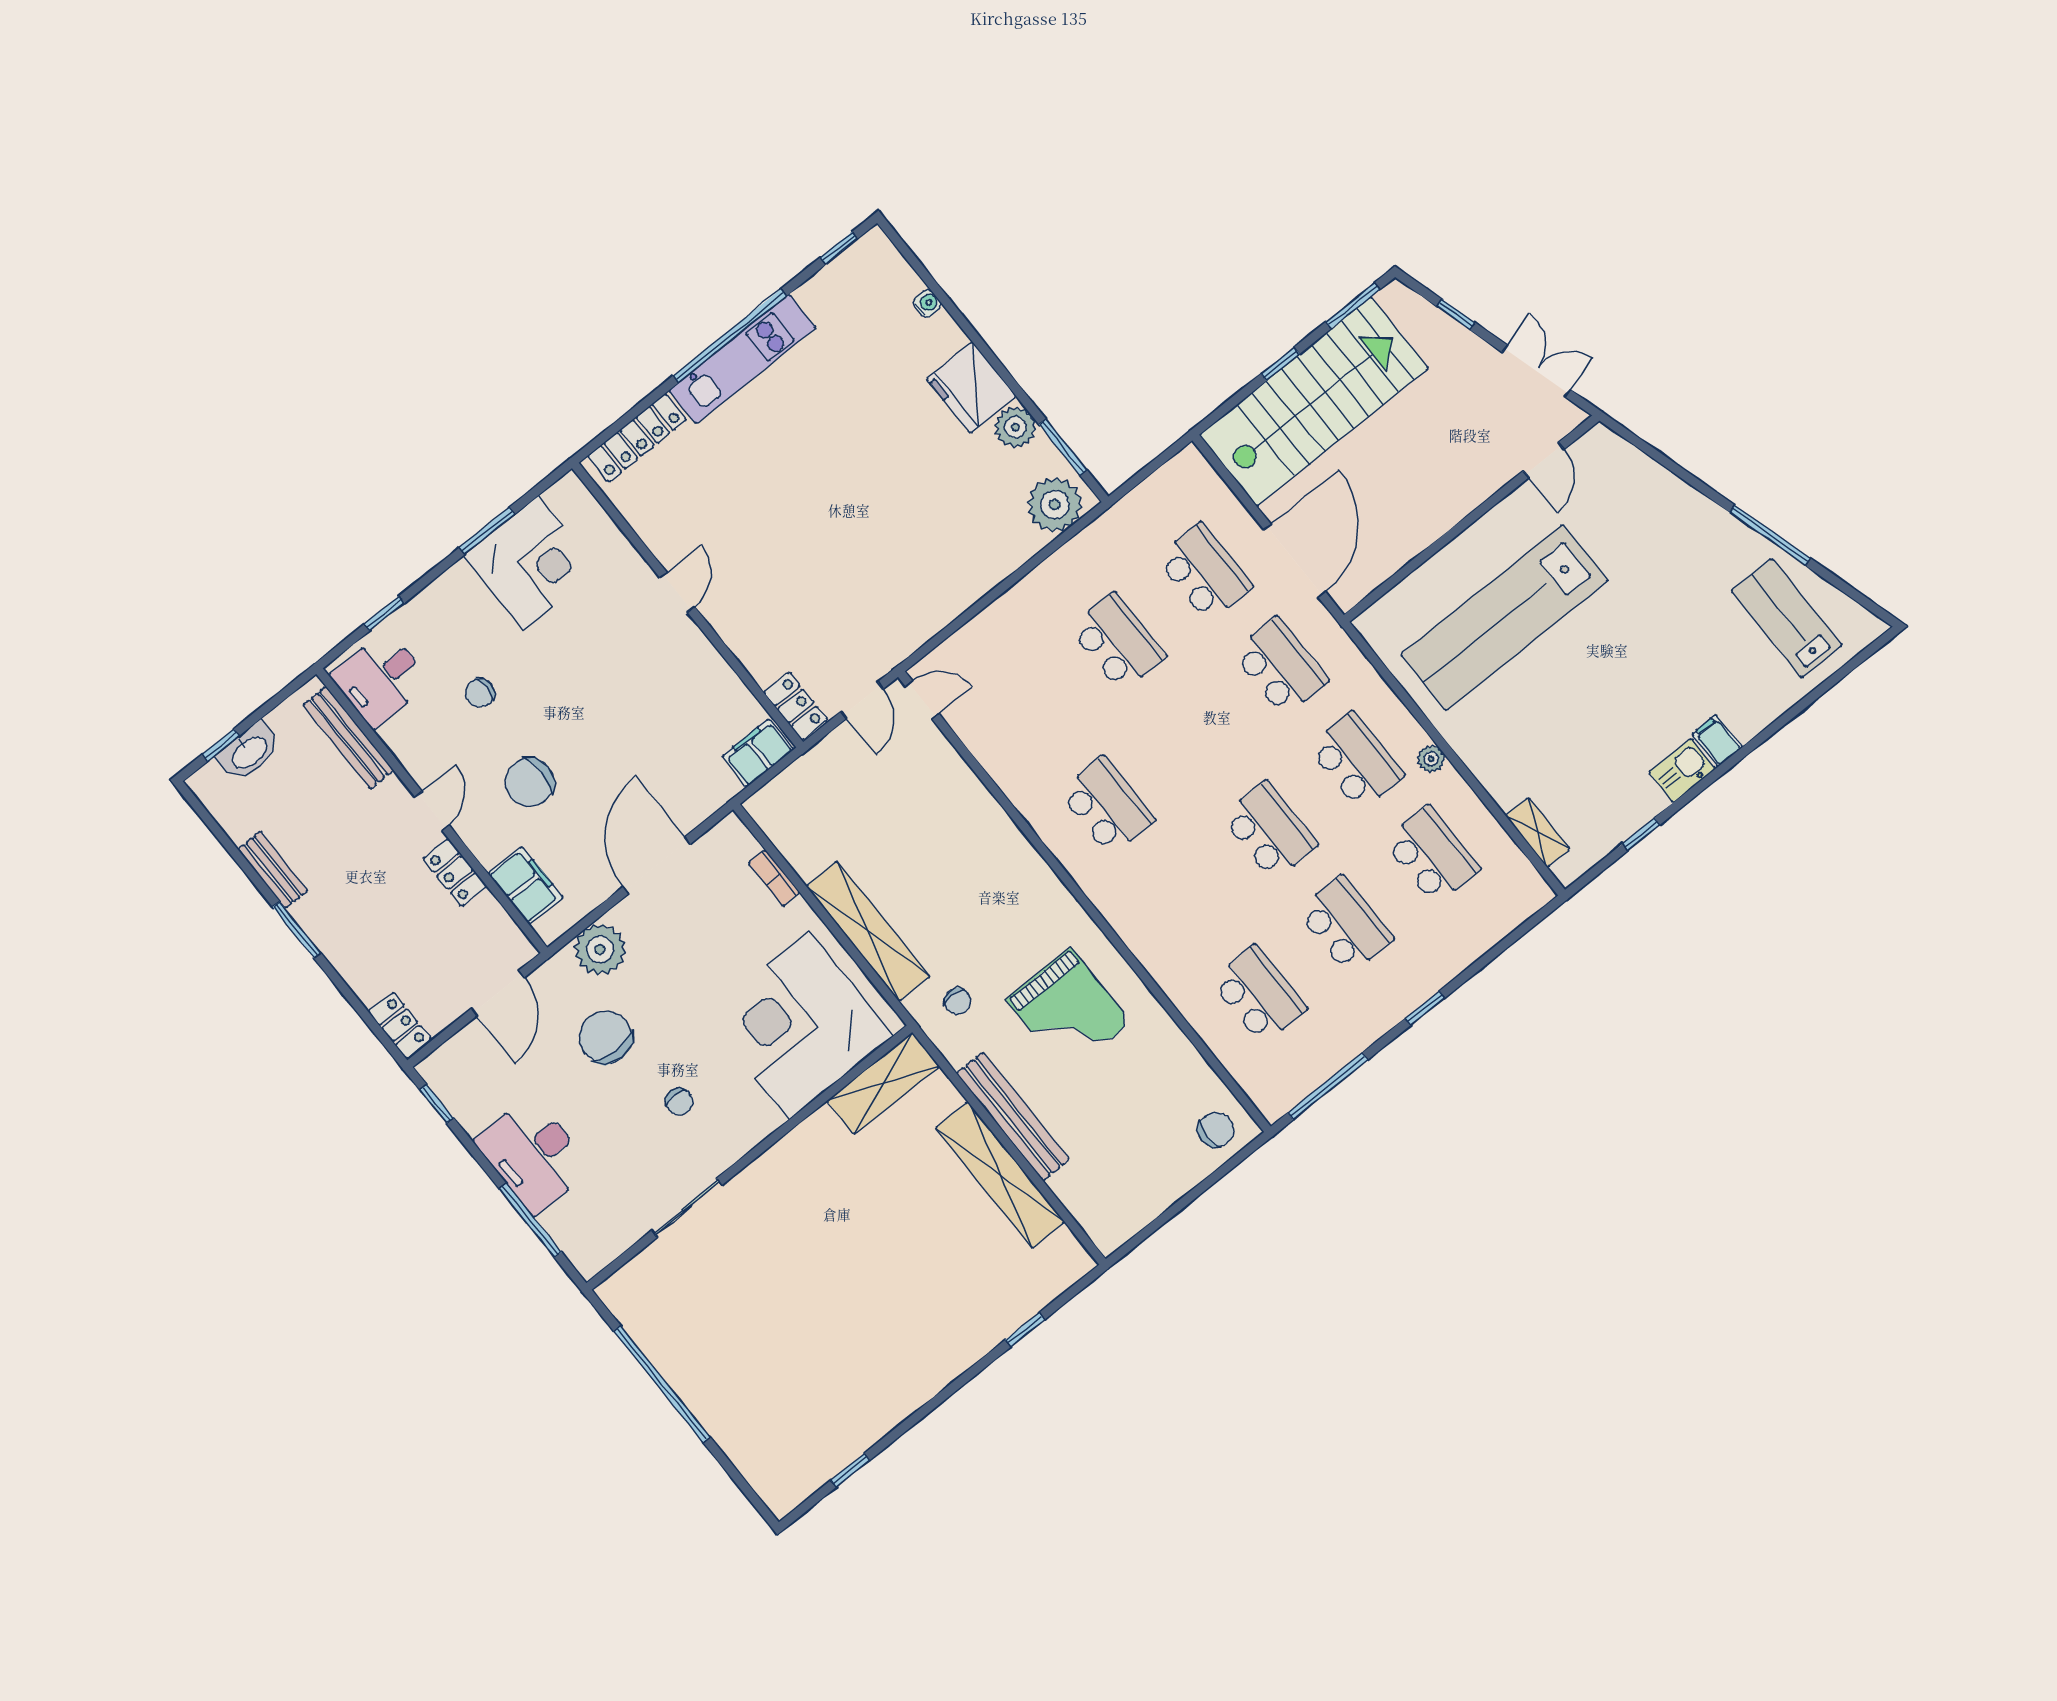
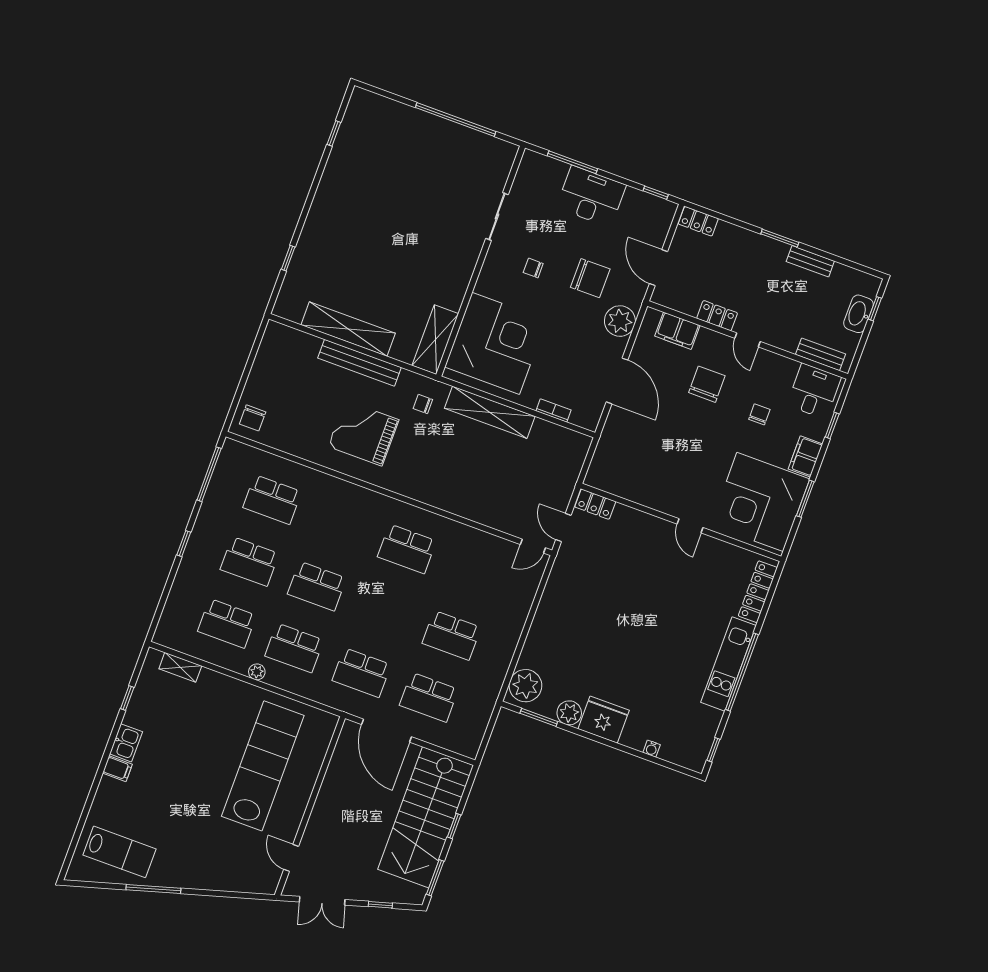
corner desk: (531, 563) -> (760, 502), width x1.36, depth x1.36
bench: (348, 738) -> (820, 354), width x0.73
filing cabinet: (758, 753) -> (805, 456), moved, turned 180

